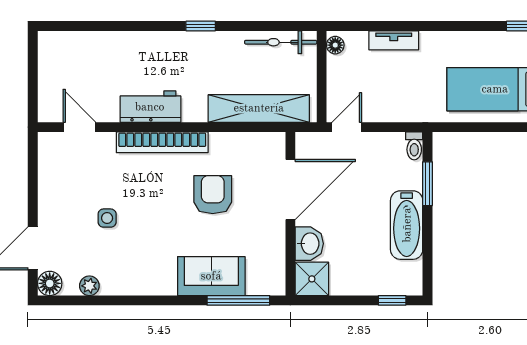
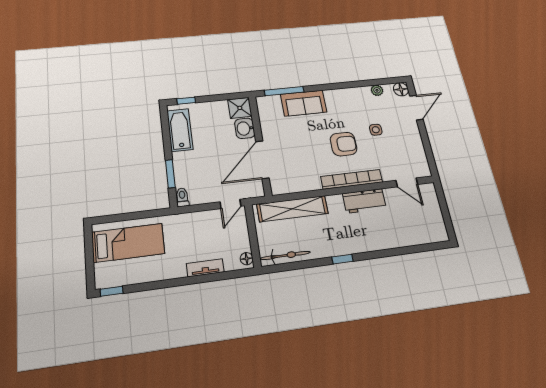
armchair: (213, 195) -> (344, 144), moved, turned -90
bathtub: (407, 225) -> (180, 130), moved

